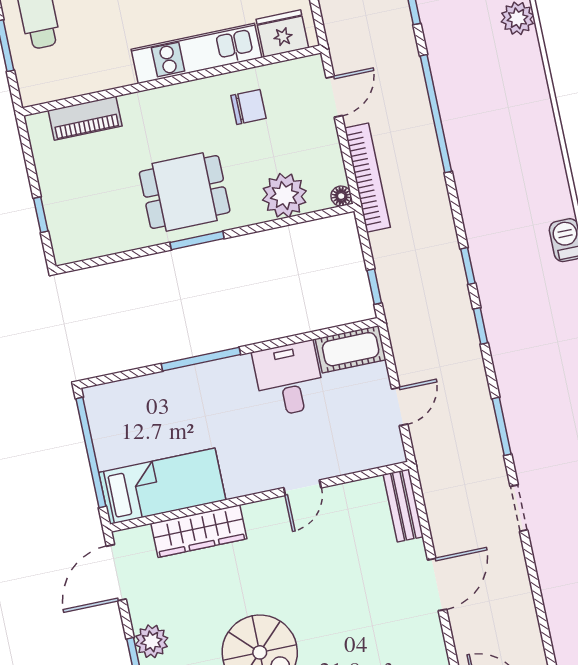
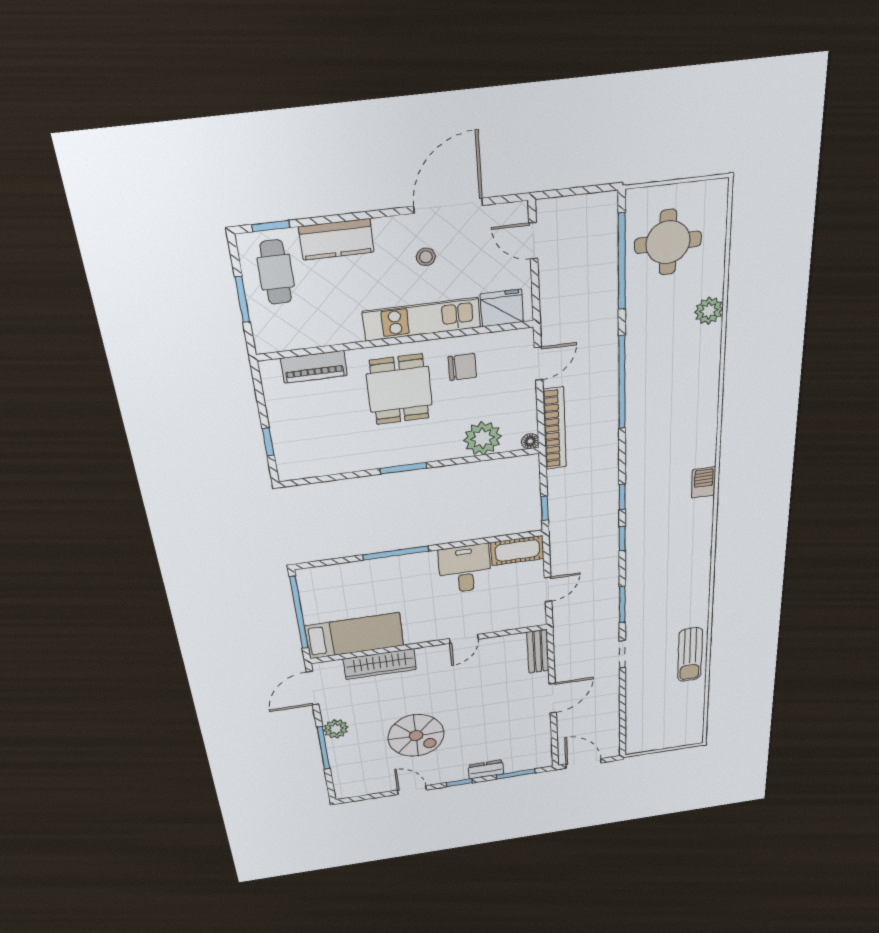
dining table: (185, 192) -> (399, 389), moved, turned 90

